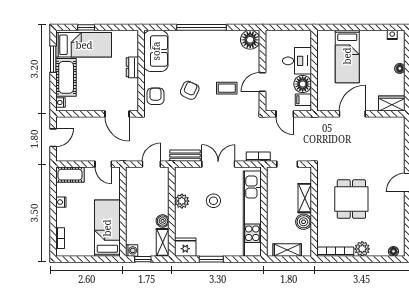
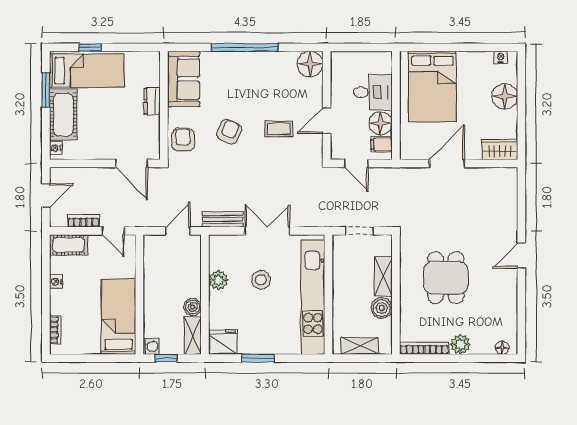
bed: (347, 56) -> (432, 86), width x1.50
floor lamp: (400, 68) -> (505, 96), width x1.89, depth x1.89
bookcase: (258, 157) -> (83, 221), moved

